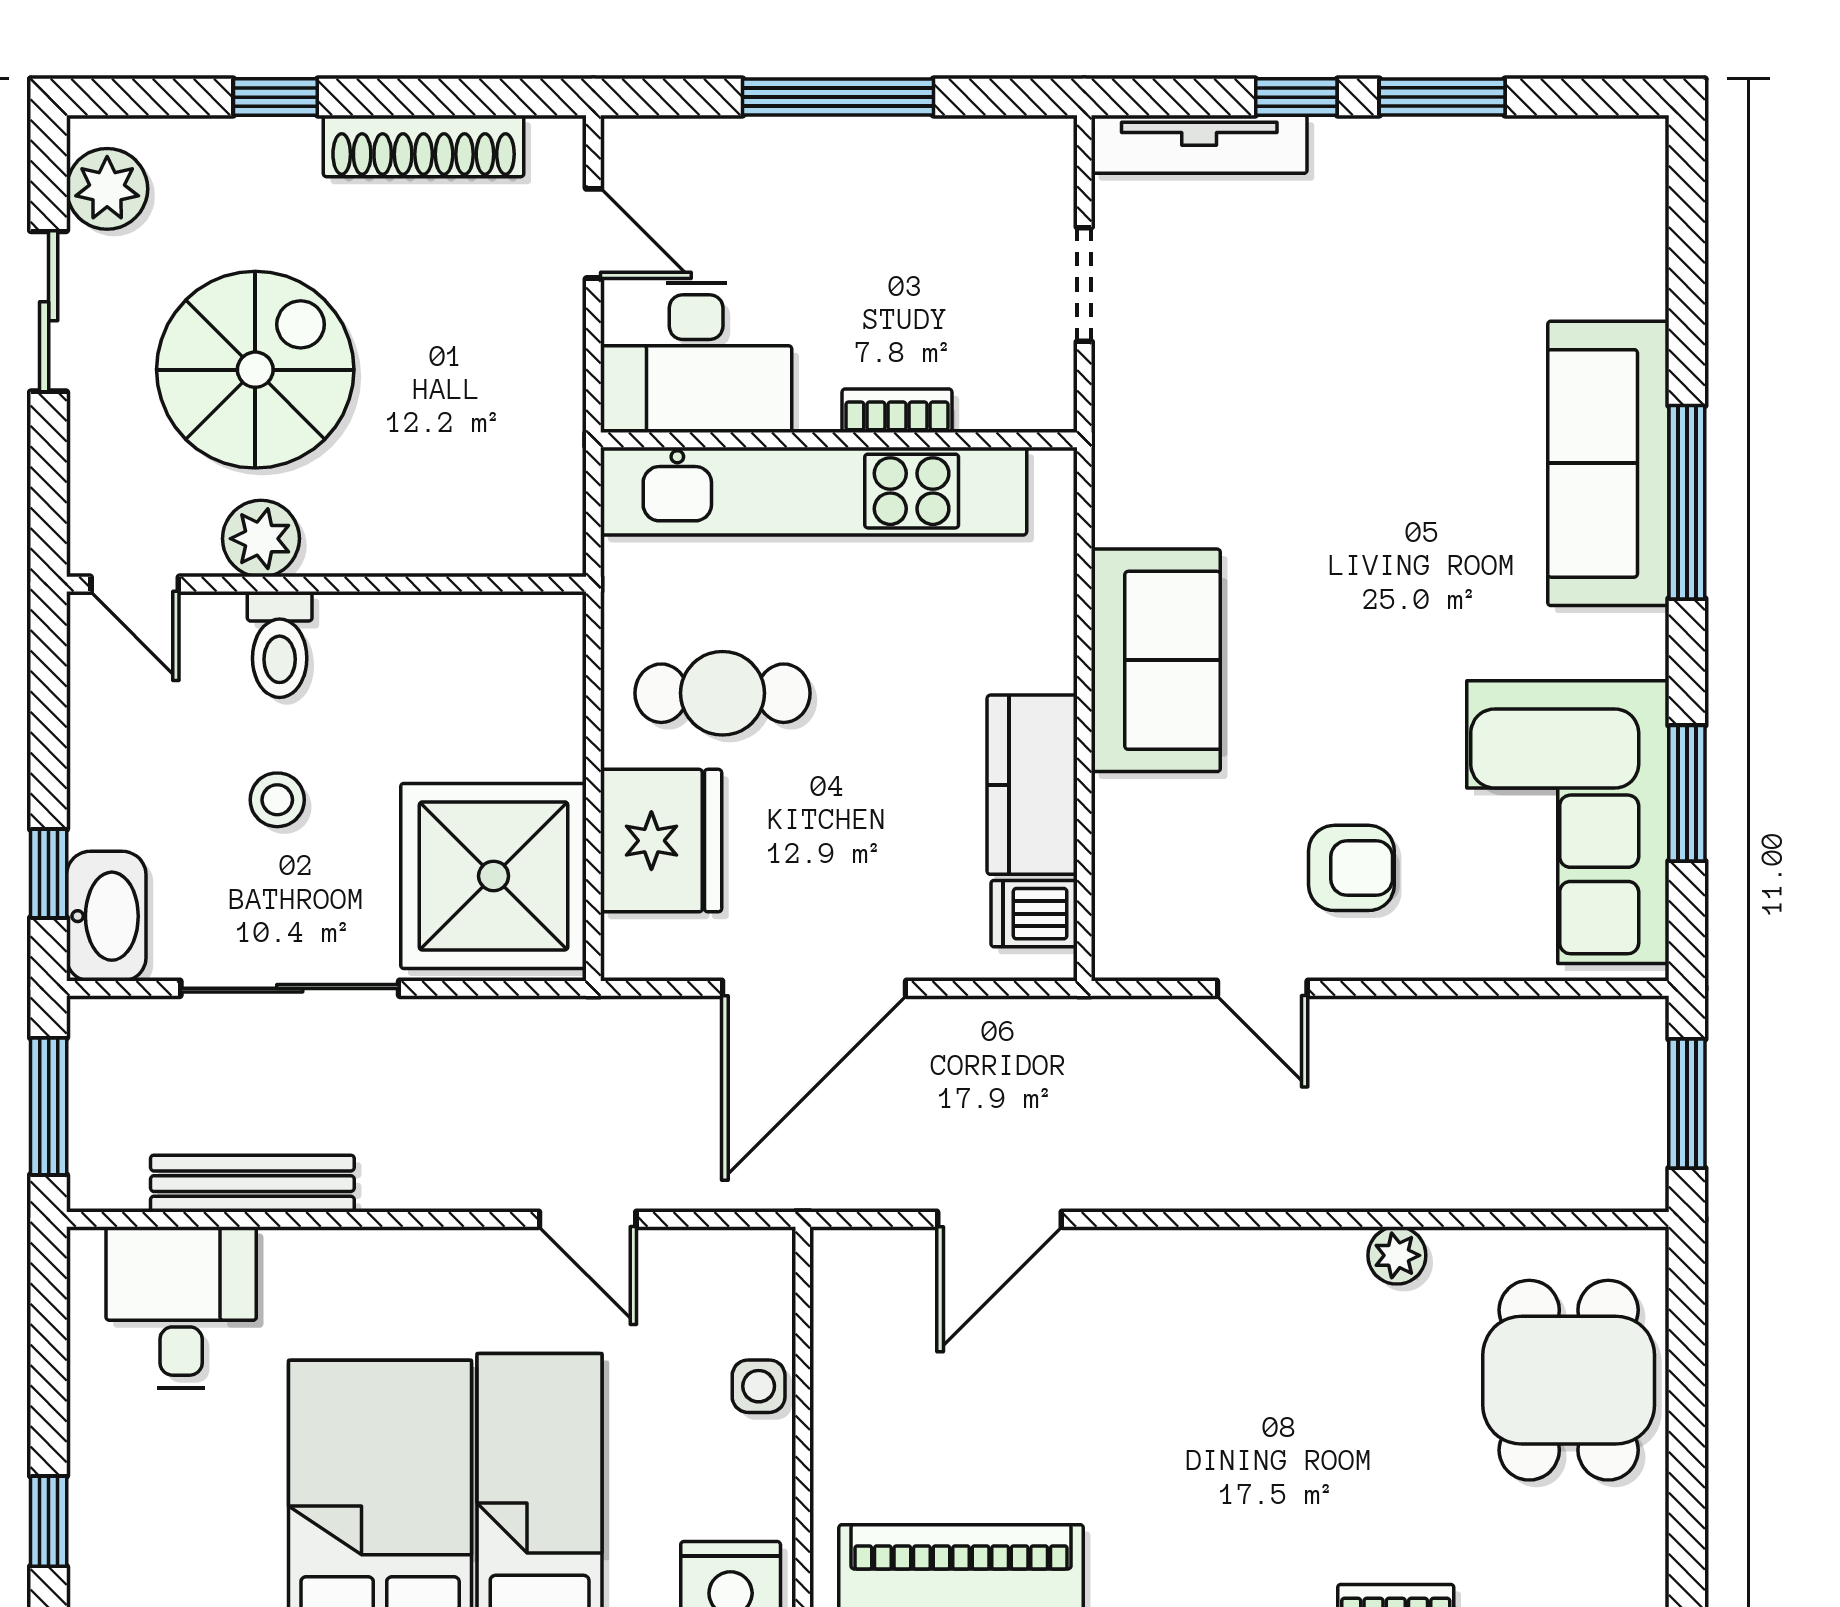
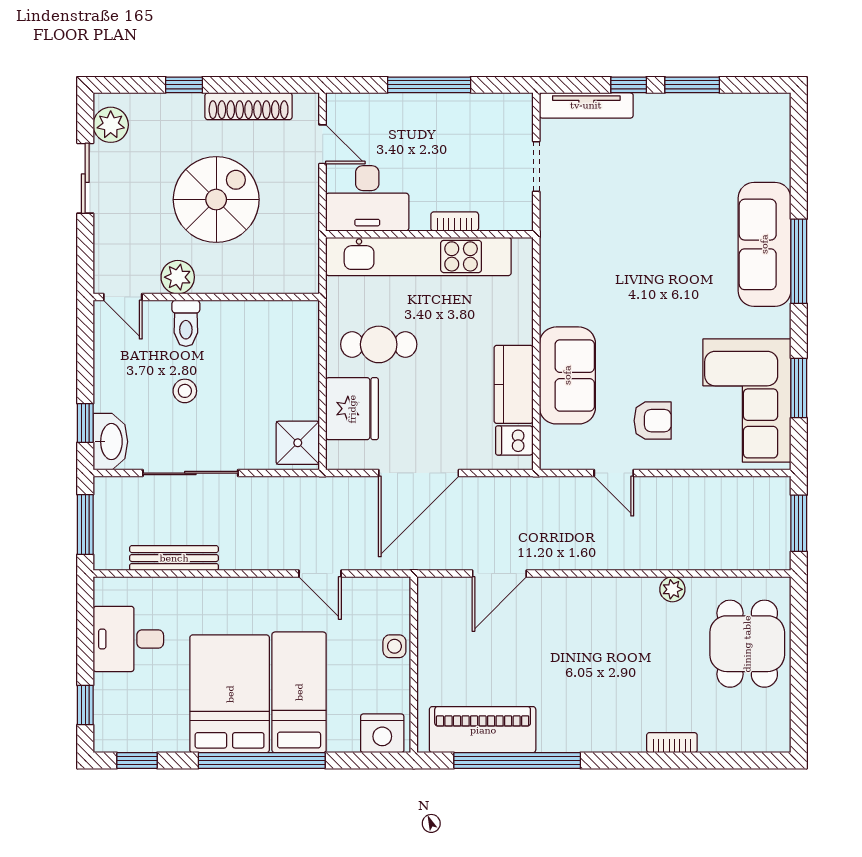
spiral stairs: (255, 370) -> (216, 200), moved
sofa: (1156, 660) -> (567, 375), moved
shower: (494, 876) -> (298, 443), width x0.54, depth x0.54
desk: (181, 1307) -> (128, 639), moved, turned -90

